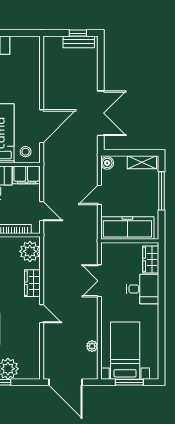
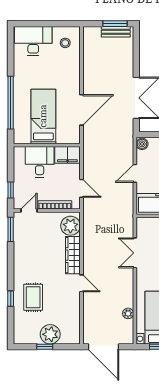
window: (78, 33) -> (115, 24), width x1.50
stool: (26, 152) -> (65, 43), moved
wardrobe: (32, 283) -> (73, 255), width x1.50

